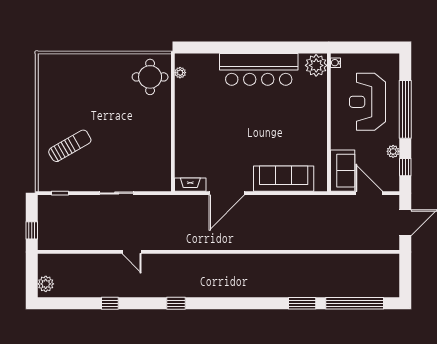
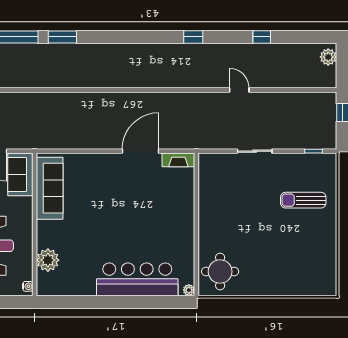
plant: (316, 65) -> (48, 260), moved
bar counter: (259, 69) -> (137, 279), moved
plant: (180, 73) -> (189, 290), moved
sun lounger: (70, 146) -> (303, 200), turned 30
sofa: (284, 179) -> (50, 188), moved, turned -90

